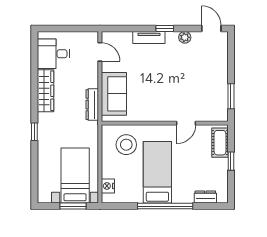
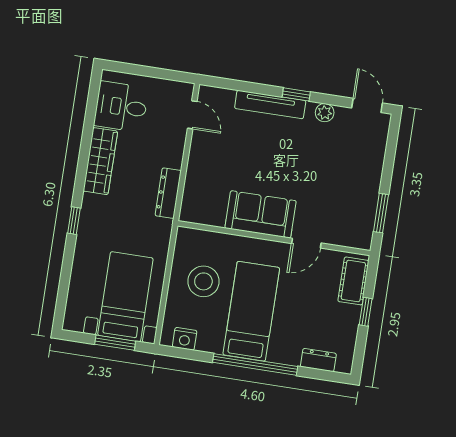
tv unit: (149, 37) -> (270, 104), width x1.41
sofa: (114, 94) -> (261, 214), moved, turned -90
stool: (126, 145) -> (203, 281), moved
nightstand: (108, 186) -> (185, 339), moved, turned -90

